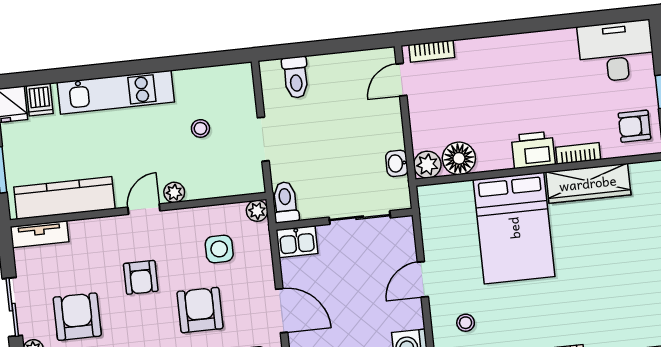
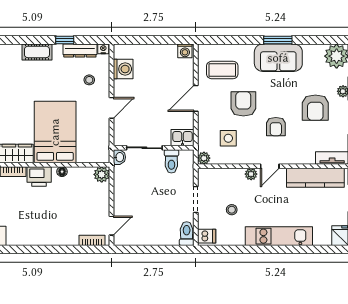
toilet: (296, 77) -> (187, 234), moved
dishwasher: (40, 100) -> (207, 236), moved, turned 90
floor lamp: (459, 158) -> (62, 172), moved, width x0.53, depth x0.53
washbasin: (397, 163) -> (119, 157), moved
toilet: (285, 202) -> (171, 161), moved
armchair: (141, 277) -> (276, 127), turned 180
armchair: (200, 310) -> (243, 104), turned 180
door: (282, 311) -> (196, 98), hinge flipped

